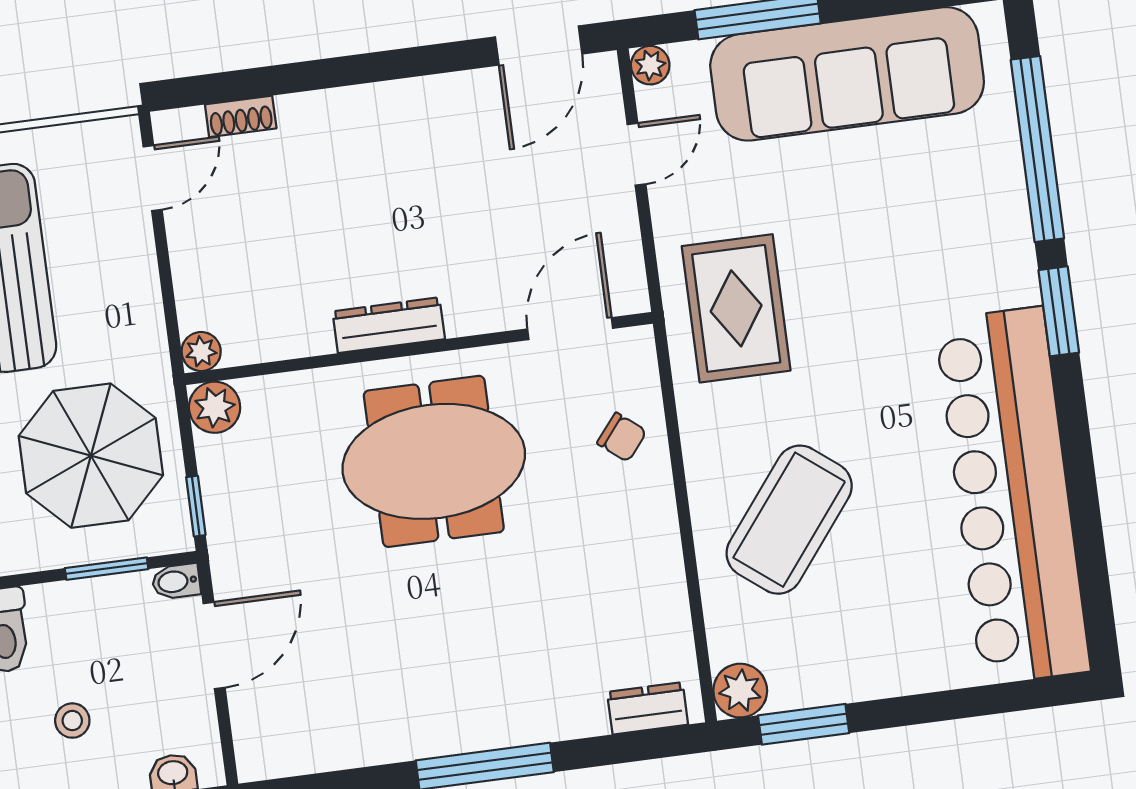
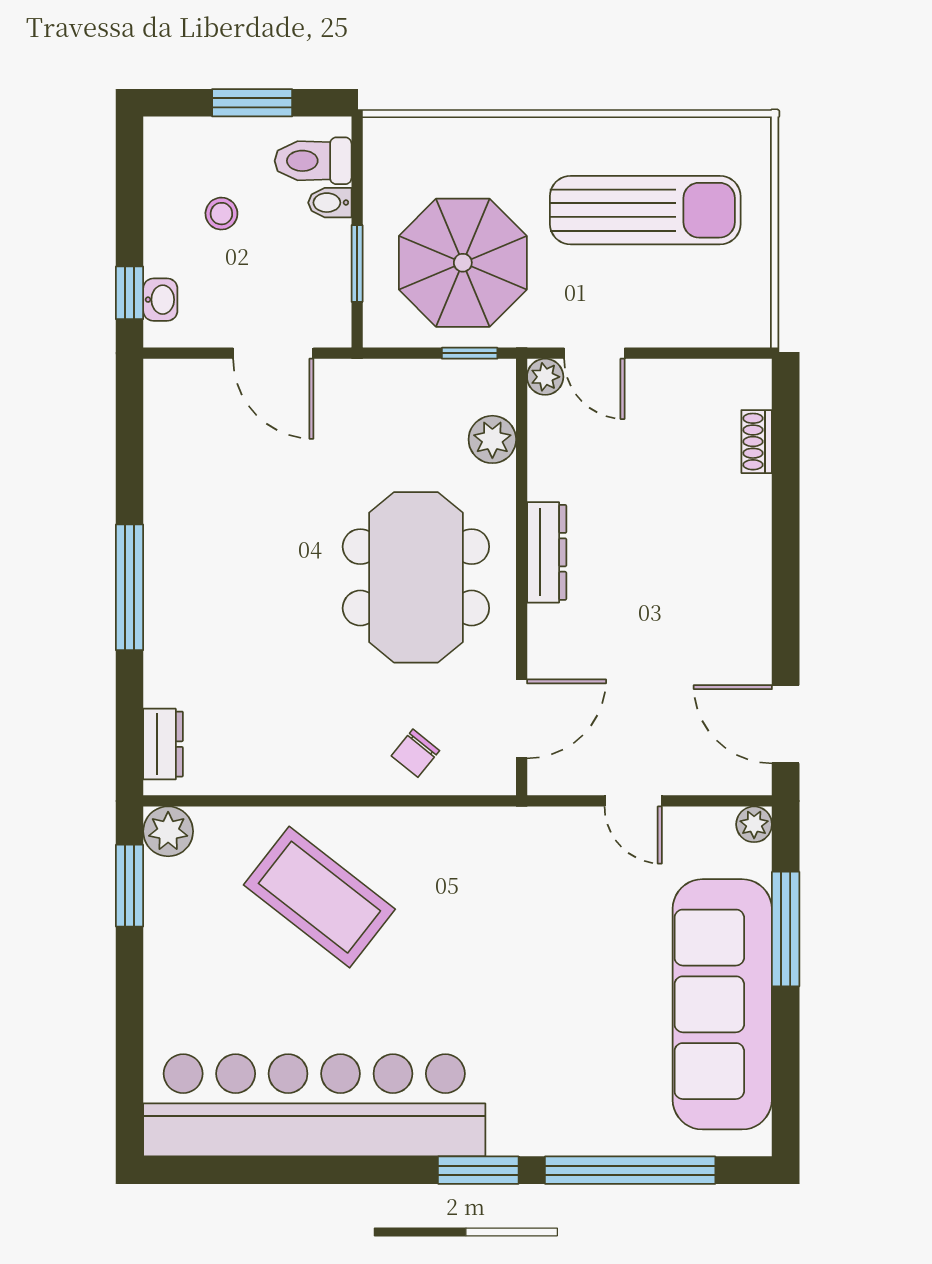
door: (637, 154) -> (633, 801), moved
door: (153, 178) -> (594, 353), moved
rug: (736, 308) -> (520, 874), removed
door: (570, 329) -> (522, 719), hinge flipped
plant: (215, 407) -> (492, 439), moved
window: (196, 506) -> (470, 353), moved
bidet: (176, 581) -> (330, 203), moved, turned -90

